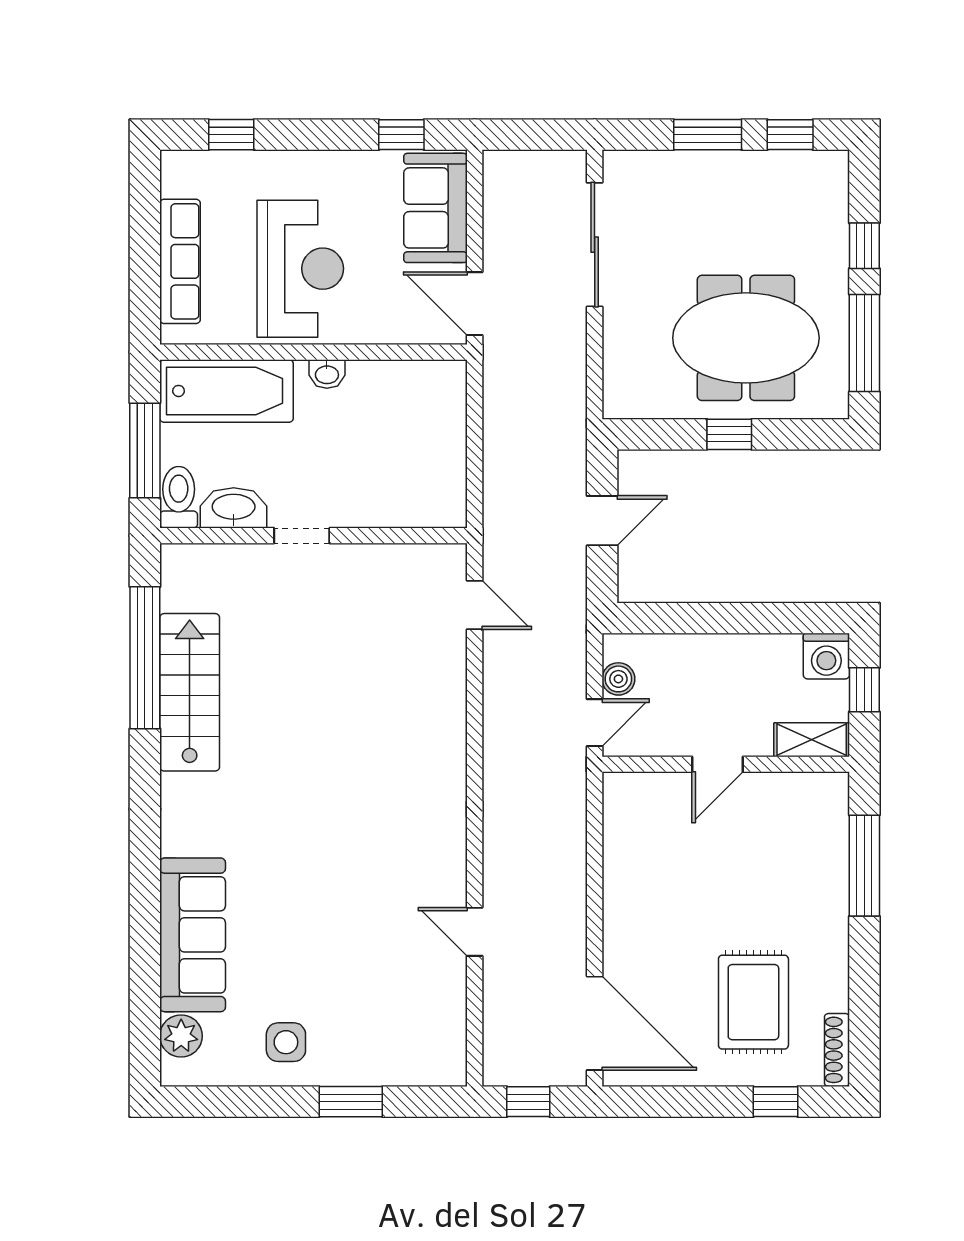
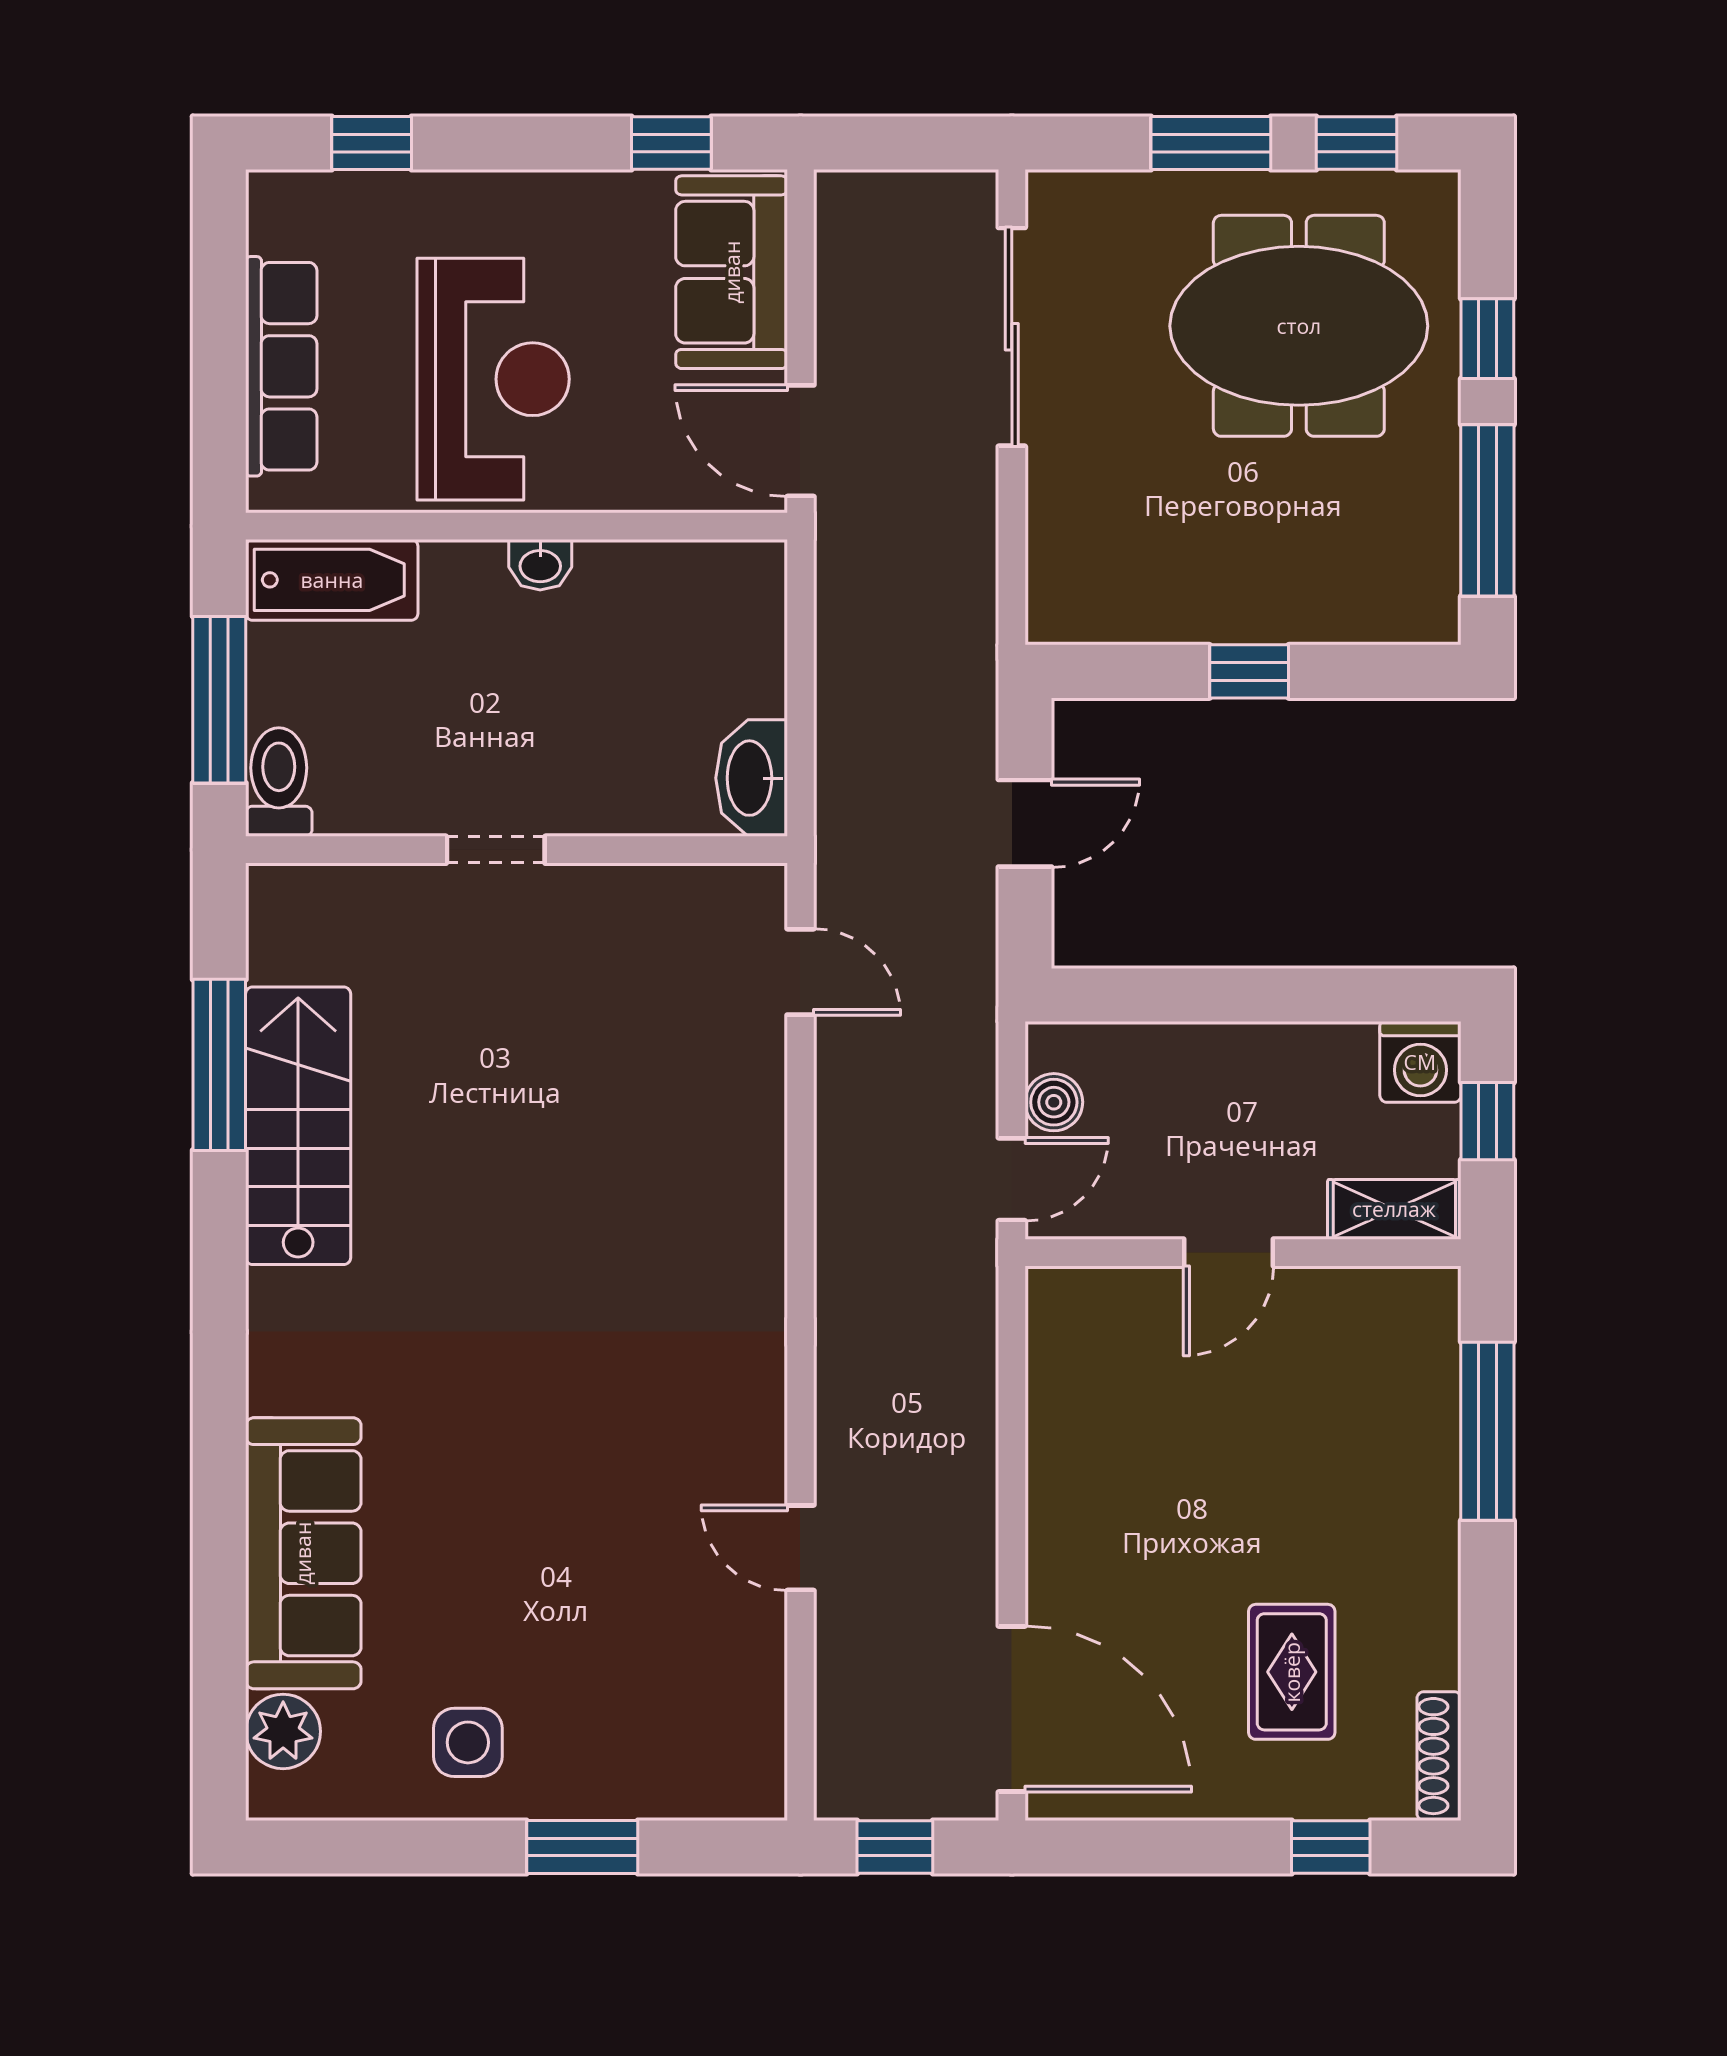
meeting table: (746, 338) -> (1299, 326), moved
bathtub: (226, 391) -> (332, 580), width x0.73, depth x0.73
washbasin: (234, 508) -> (752, 778), moved, turned -90
window: (145, 658) -> (219, 1065), width x0.68
rug: (753, 1002) -> (1292, 1672), width x0.73, depth x0.70

